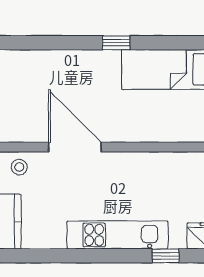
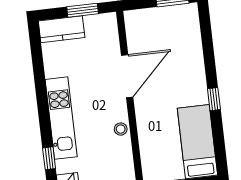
stool: (19, 167) -> (121, 129), moved

